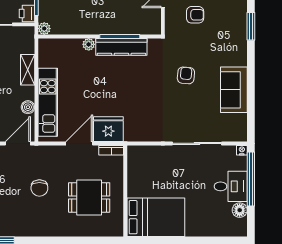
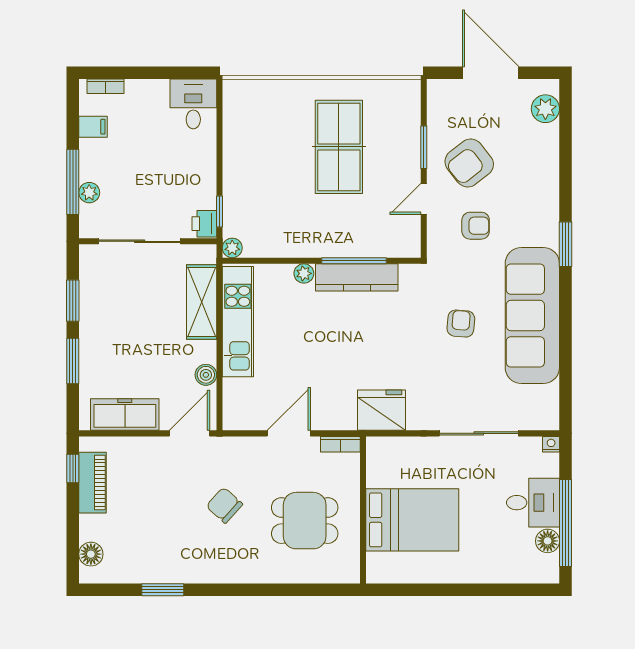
shelving: (28, 70) -> (202, 302), width x1.50, depth x1.33
sofa: (234, 90) -> (532, 315), width x1.85, depth x1.27
kitchen unit: (48, 102) -> (238, 322), moved
fridge: (108, 129) -> (381, 410), moved
window: (251, 179) -> (566, 523), moved
chair: (39, 188) -> (224, 505), turned 132
bed: (156, 217) -> (412, 520), moved

